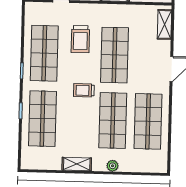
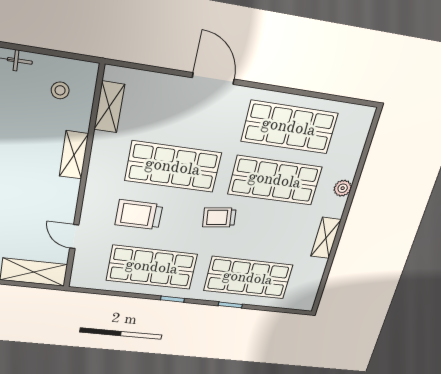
shelving: (165, 24) -> (109, 107), moved, turned 90
trolley: (80, 39) -> (139, 215), turned 180
trolley: (84, 90) -> (219, 217), turned 83

